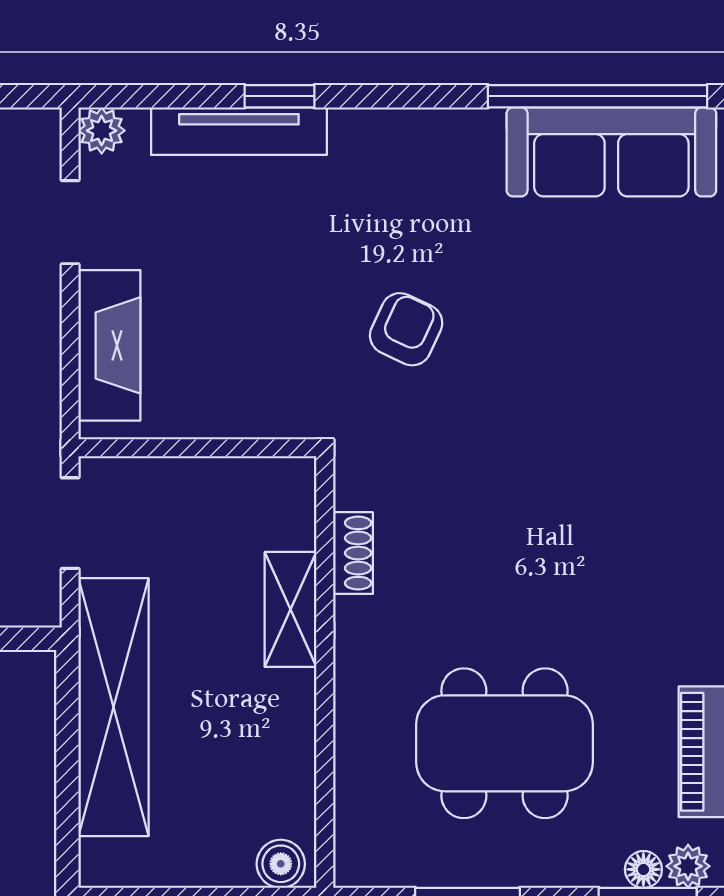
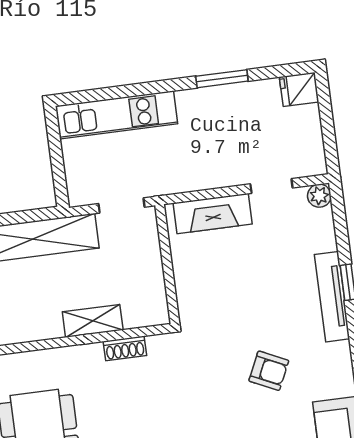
tv unit: (239, 131) -> (332, 297), moved
armchair: (406, 329) -> (269, 371), moved

